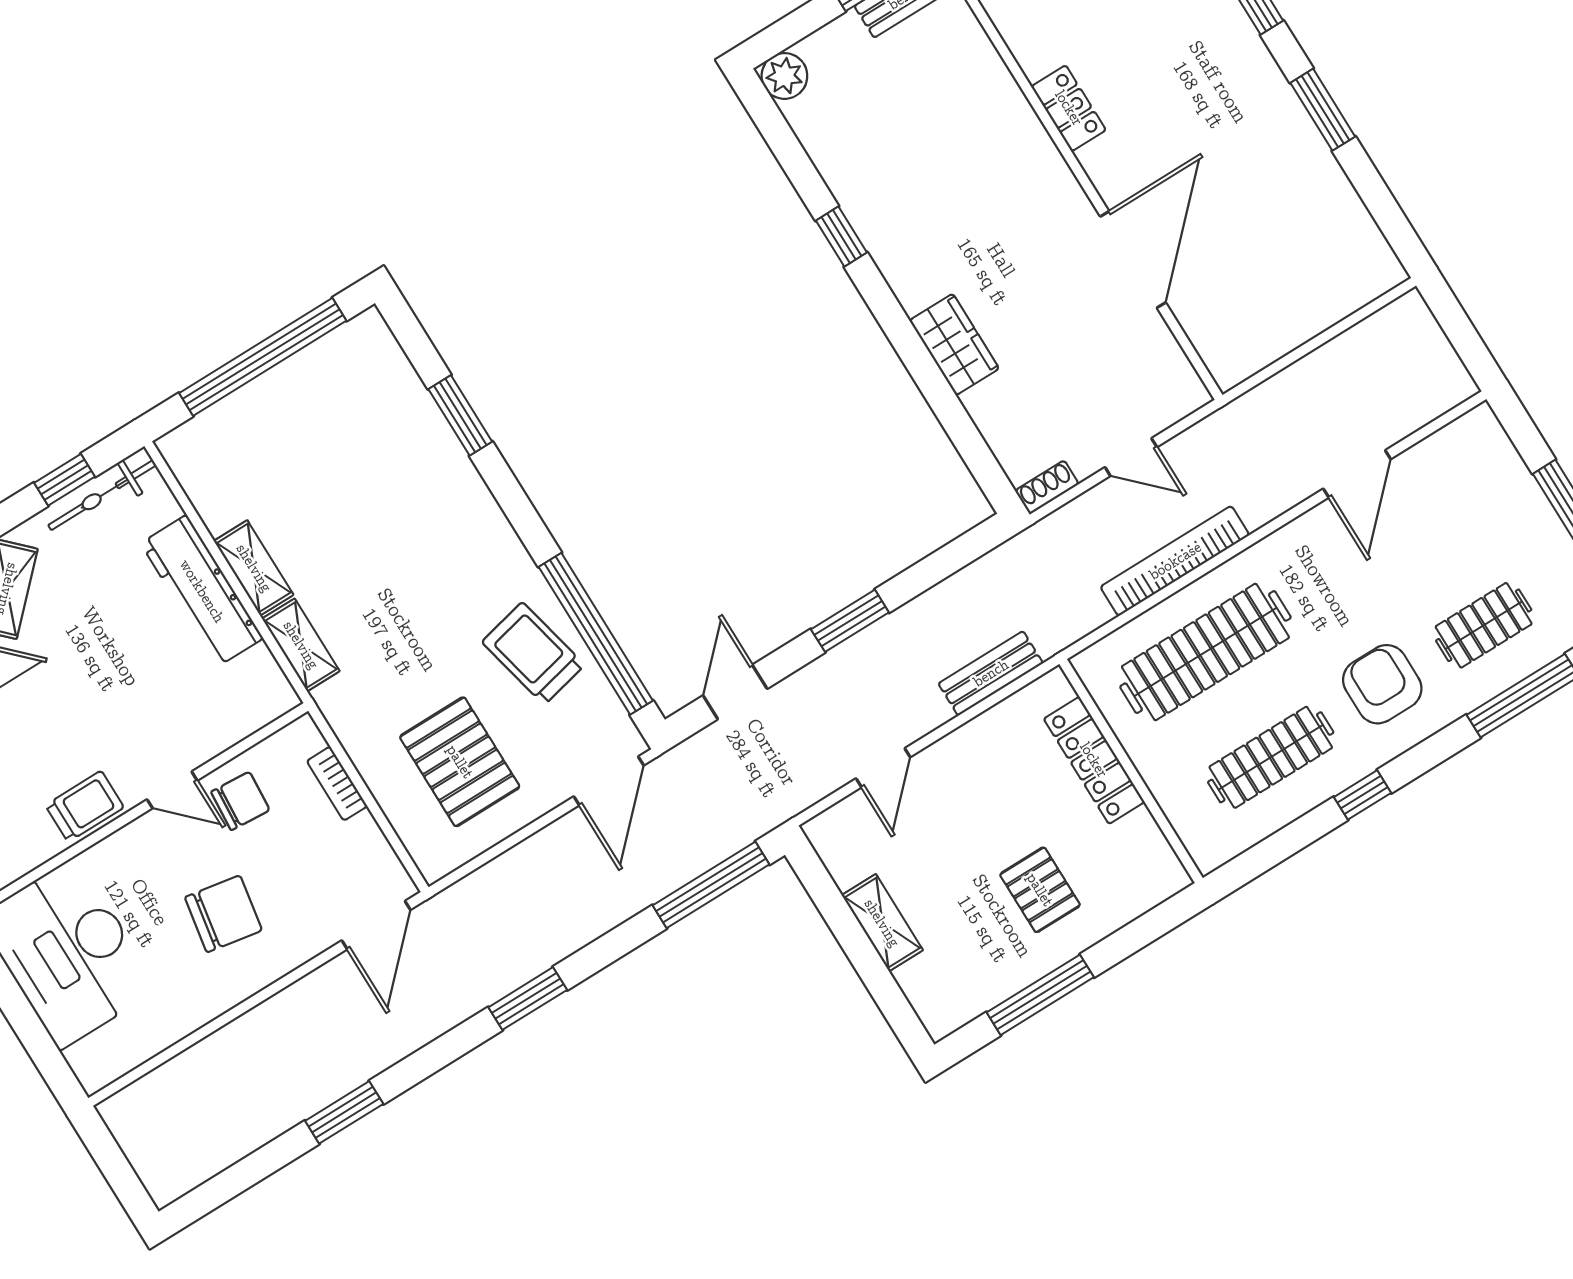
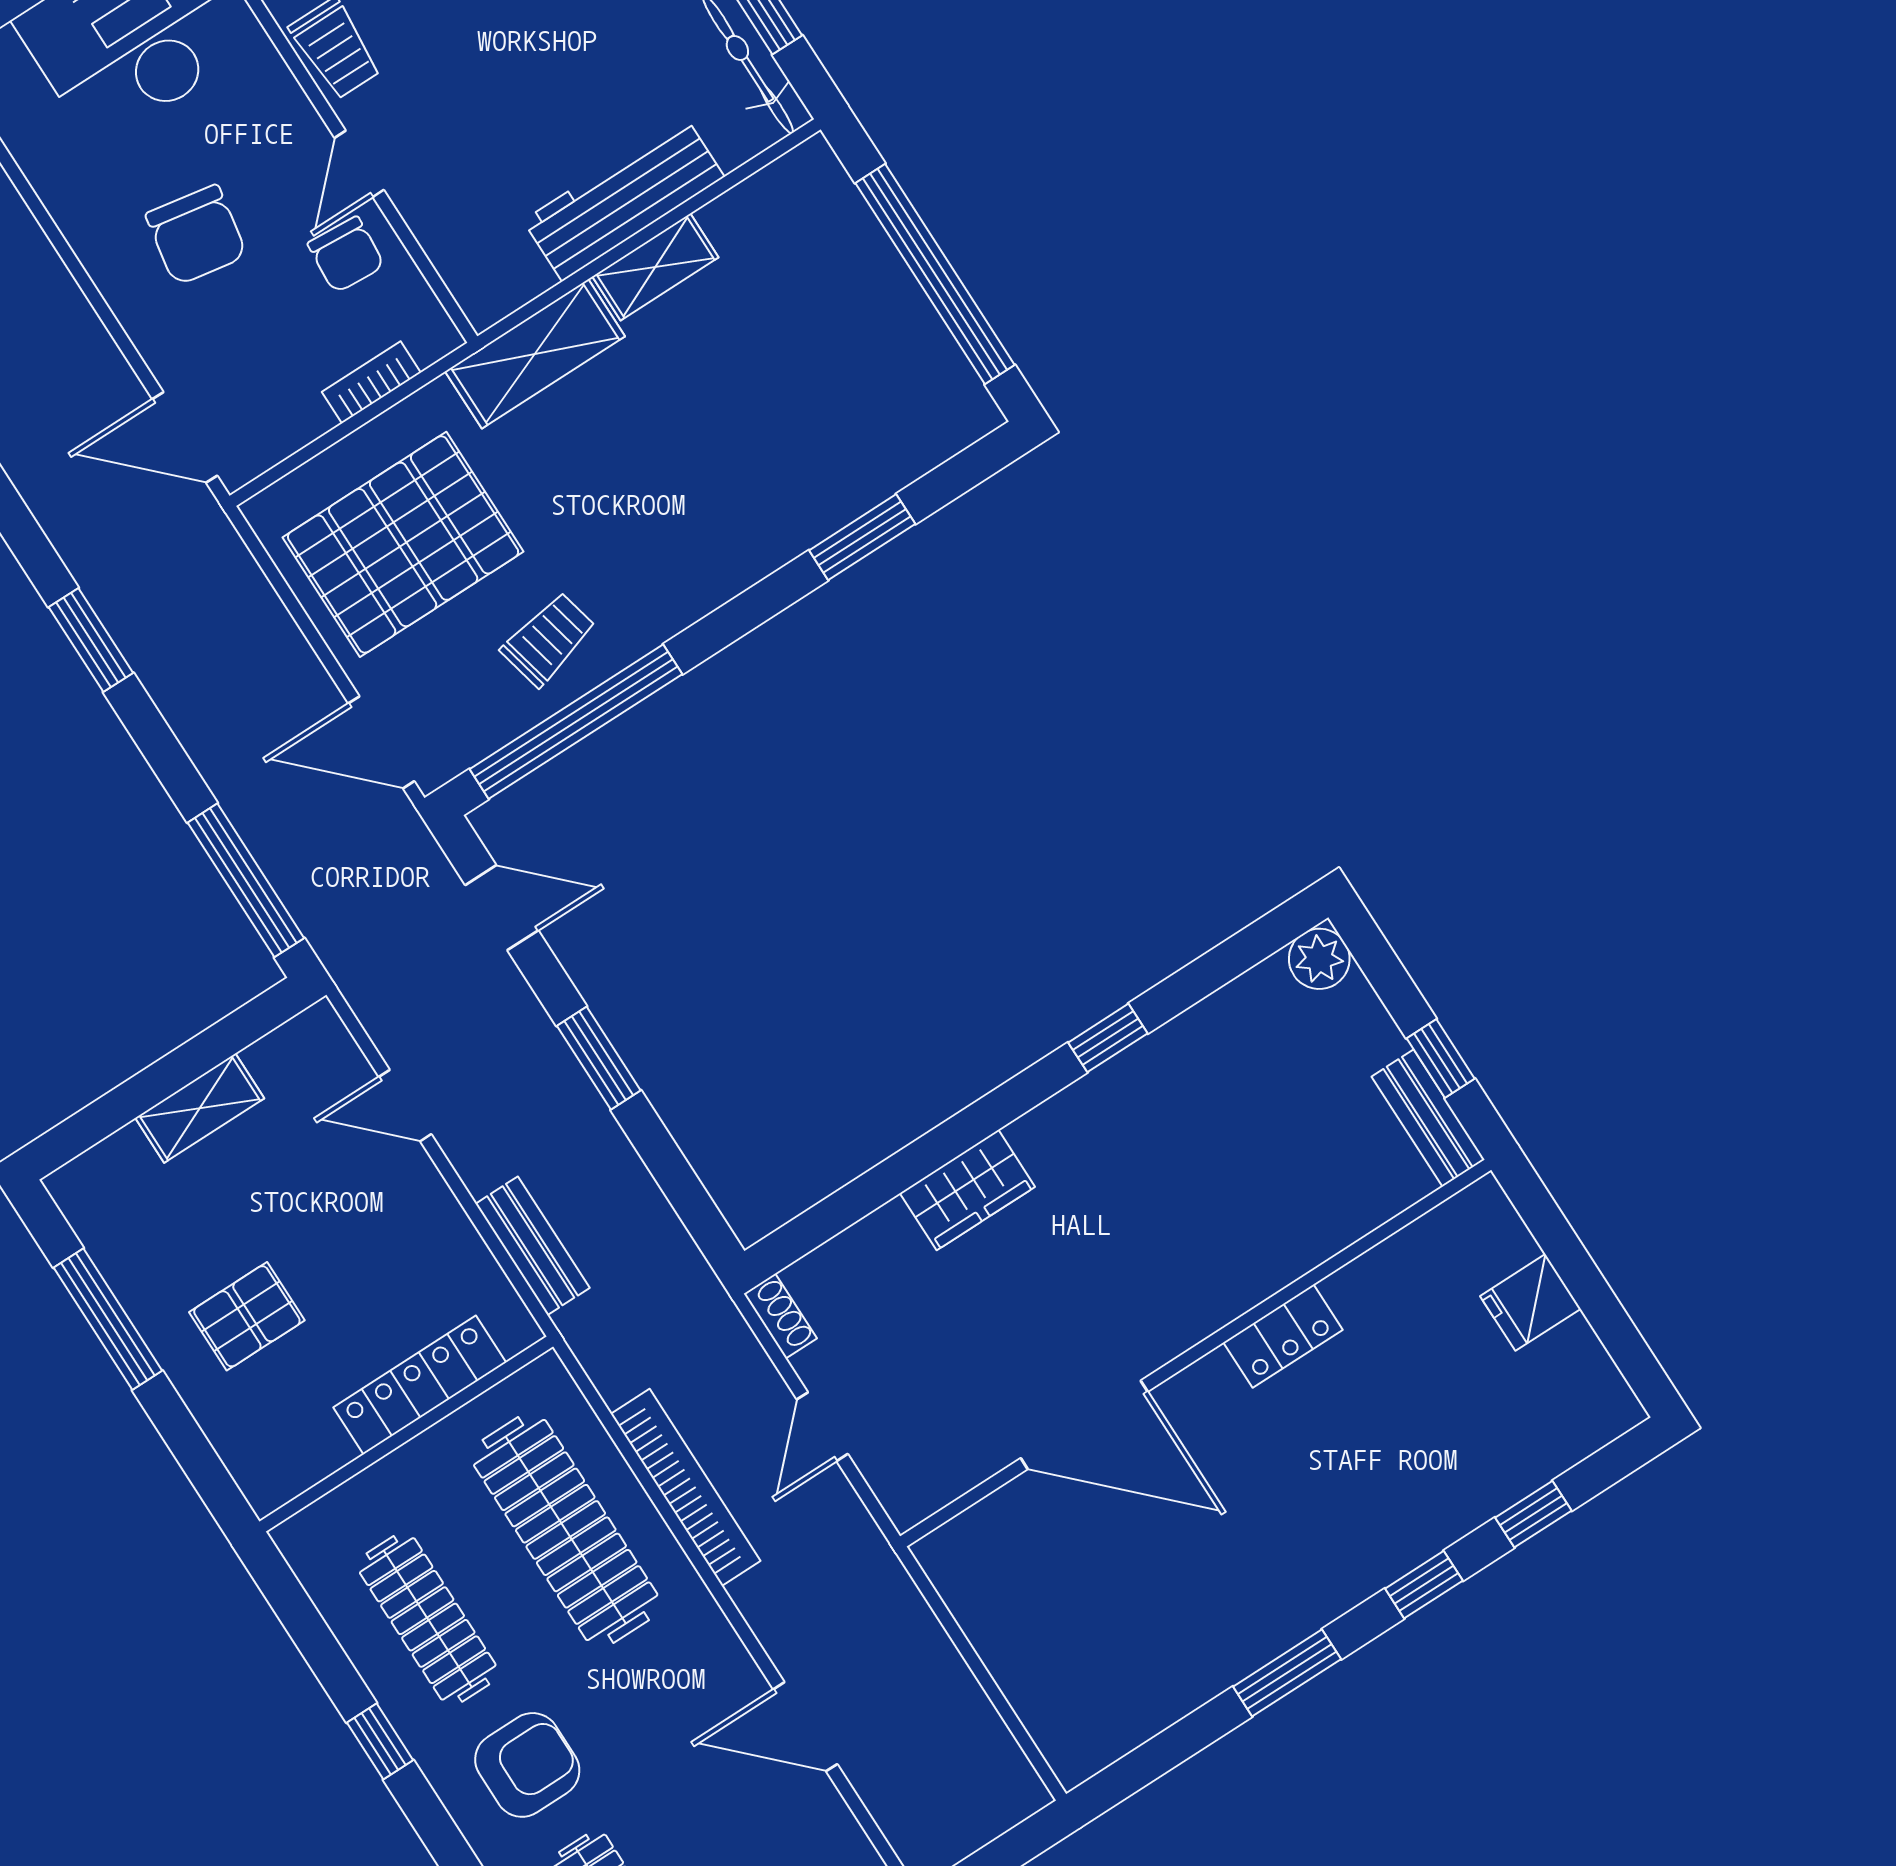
shelving: (301, 645) -> (535, 354), width x1.50, depth x1.33
trolley: (533, 653) -> (548, 639), width x0.73, depth x0.72
pallet: (460, 762) -> (403, 544), width x1.37, depth x1.41

